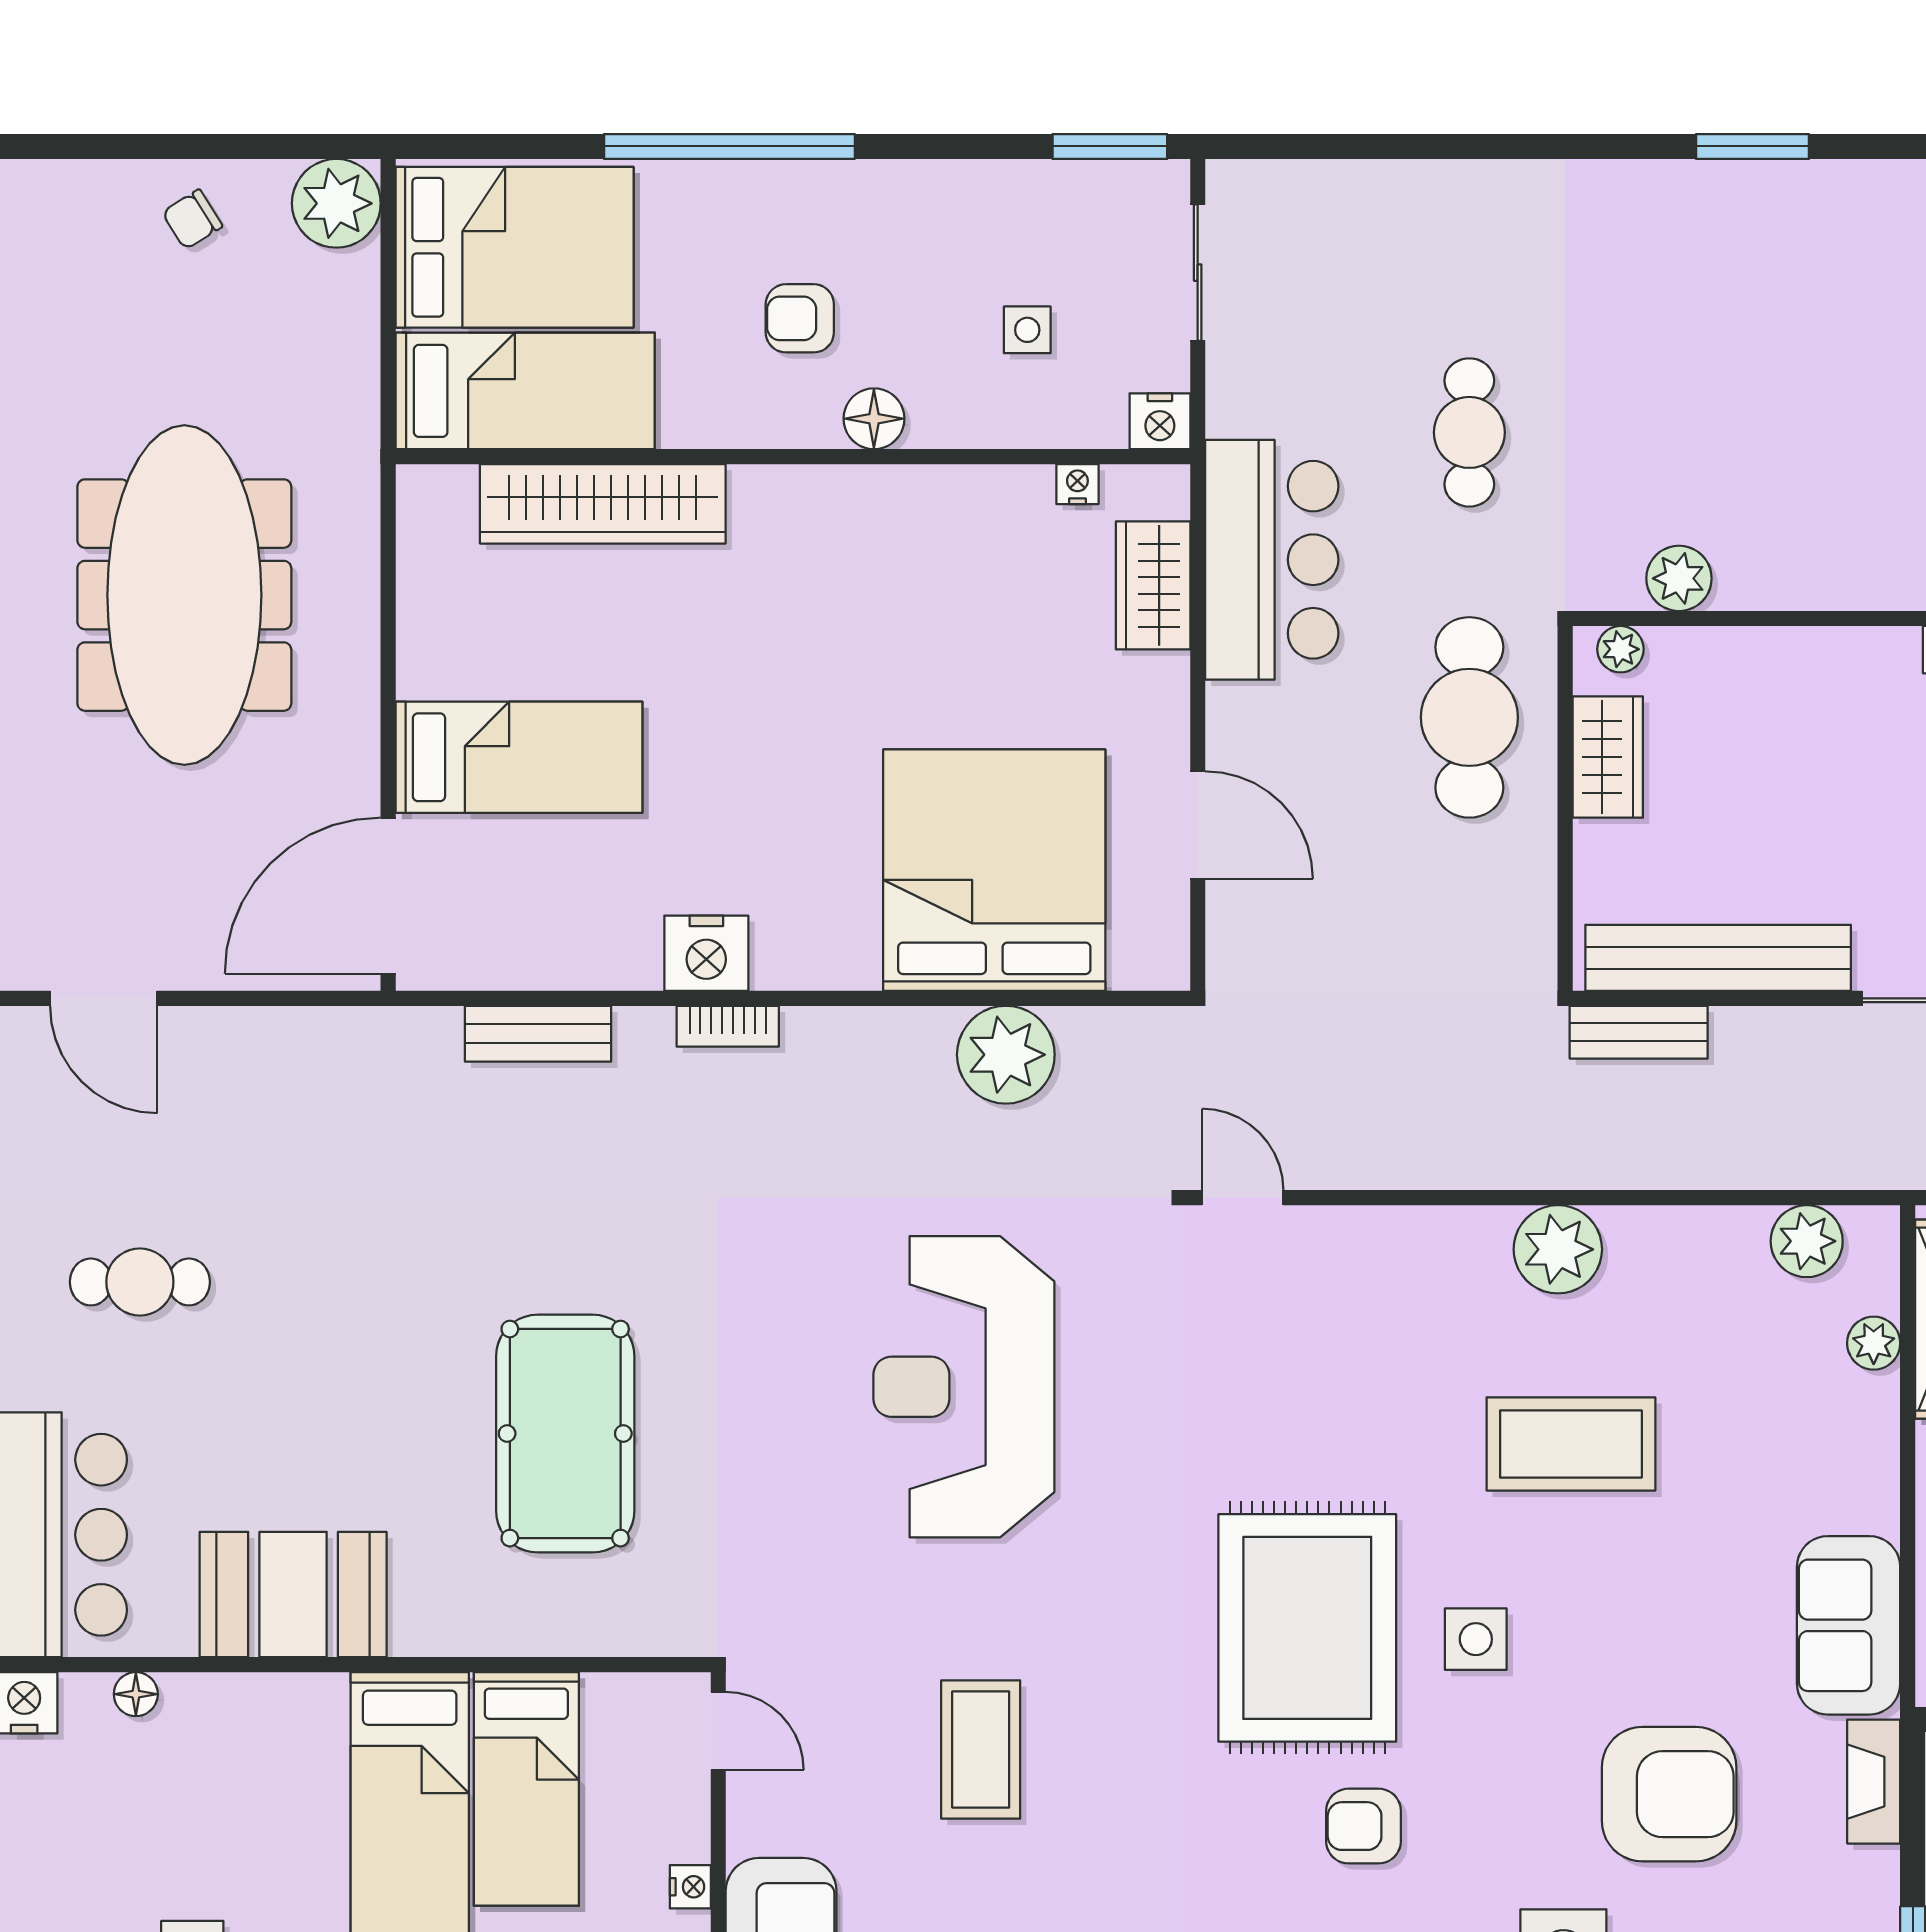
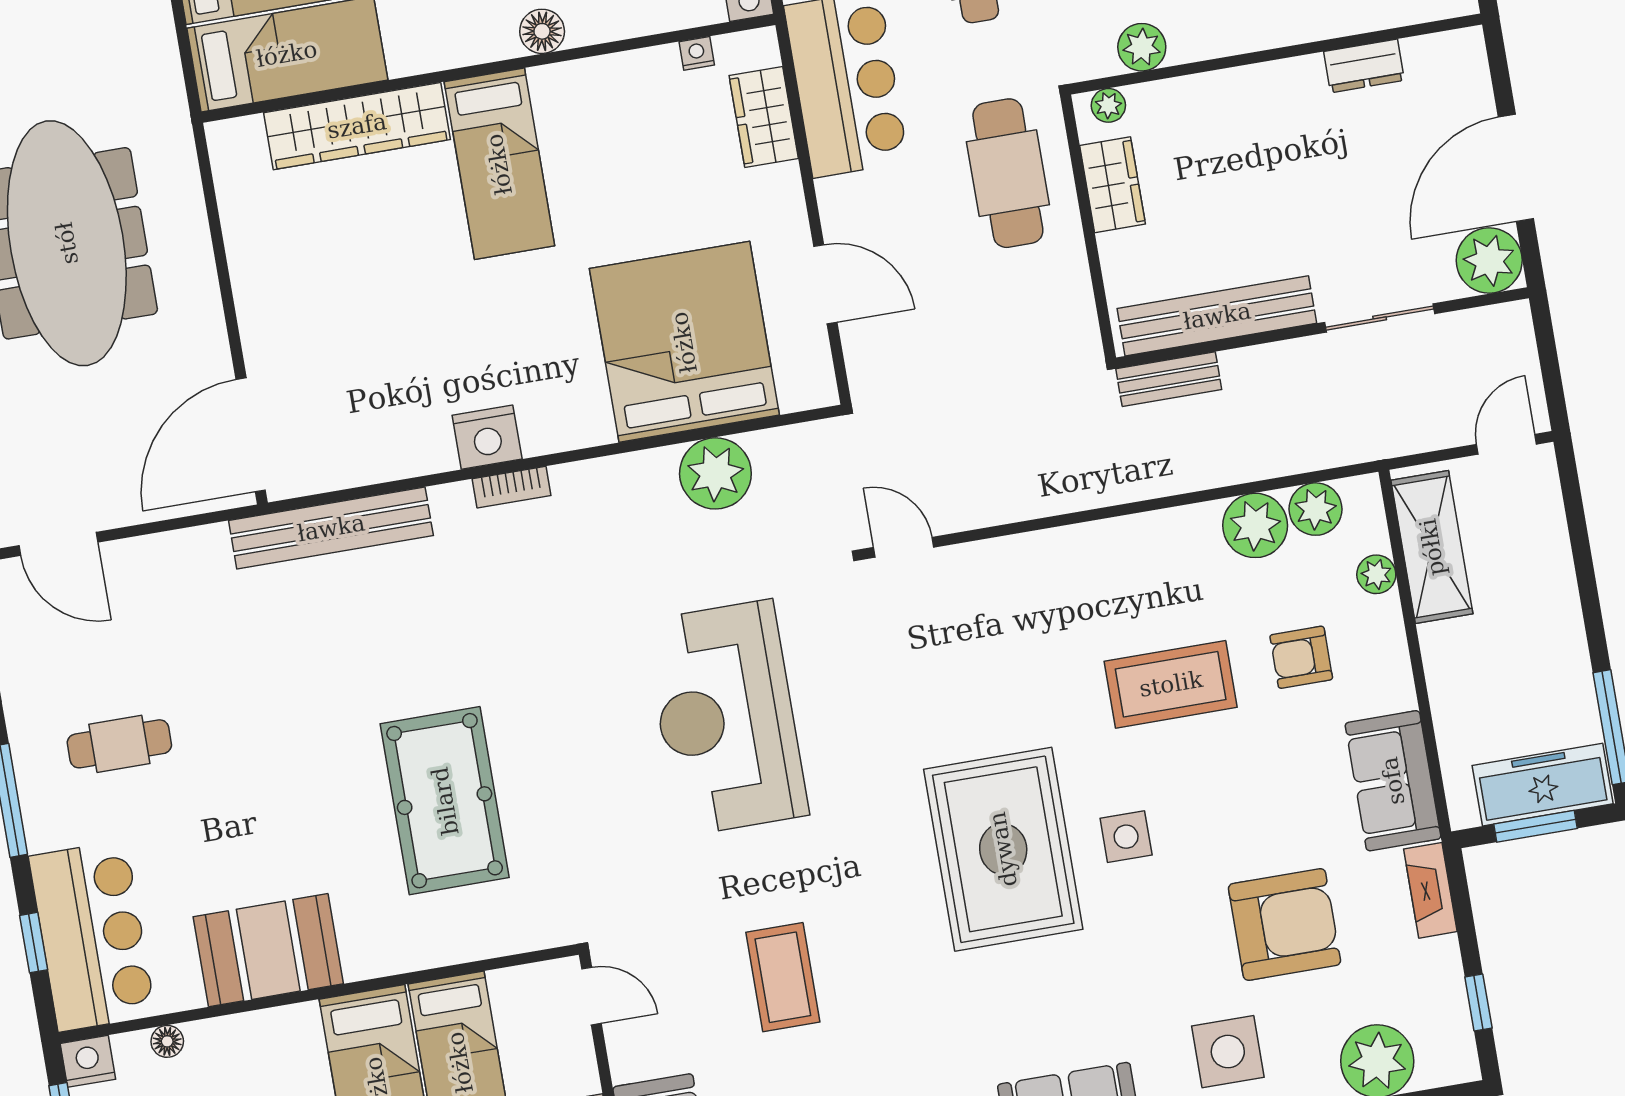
bed: (519, 757) -> (499, 164), moved, turned 90
bench: (538, 1034) -> (331, 528), width x1.86, depth x1.21
plant: (1558, 1249) -> (1255, 525), moved
armchair: (1364, 1826) -> (1301, 657), moved

